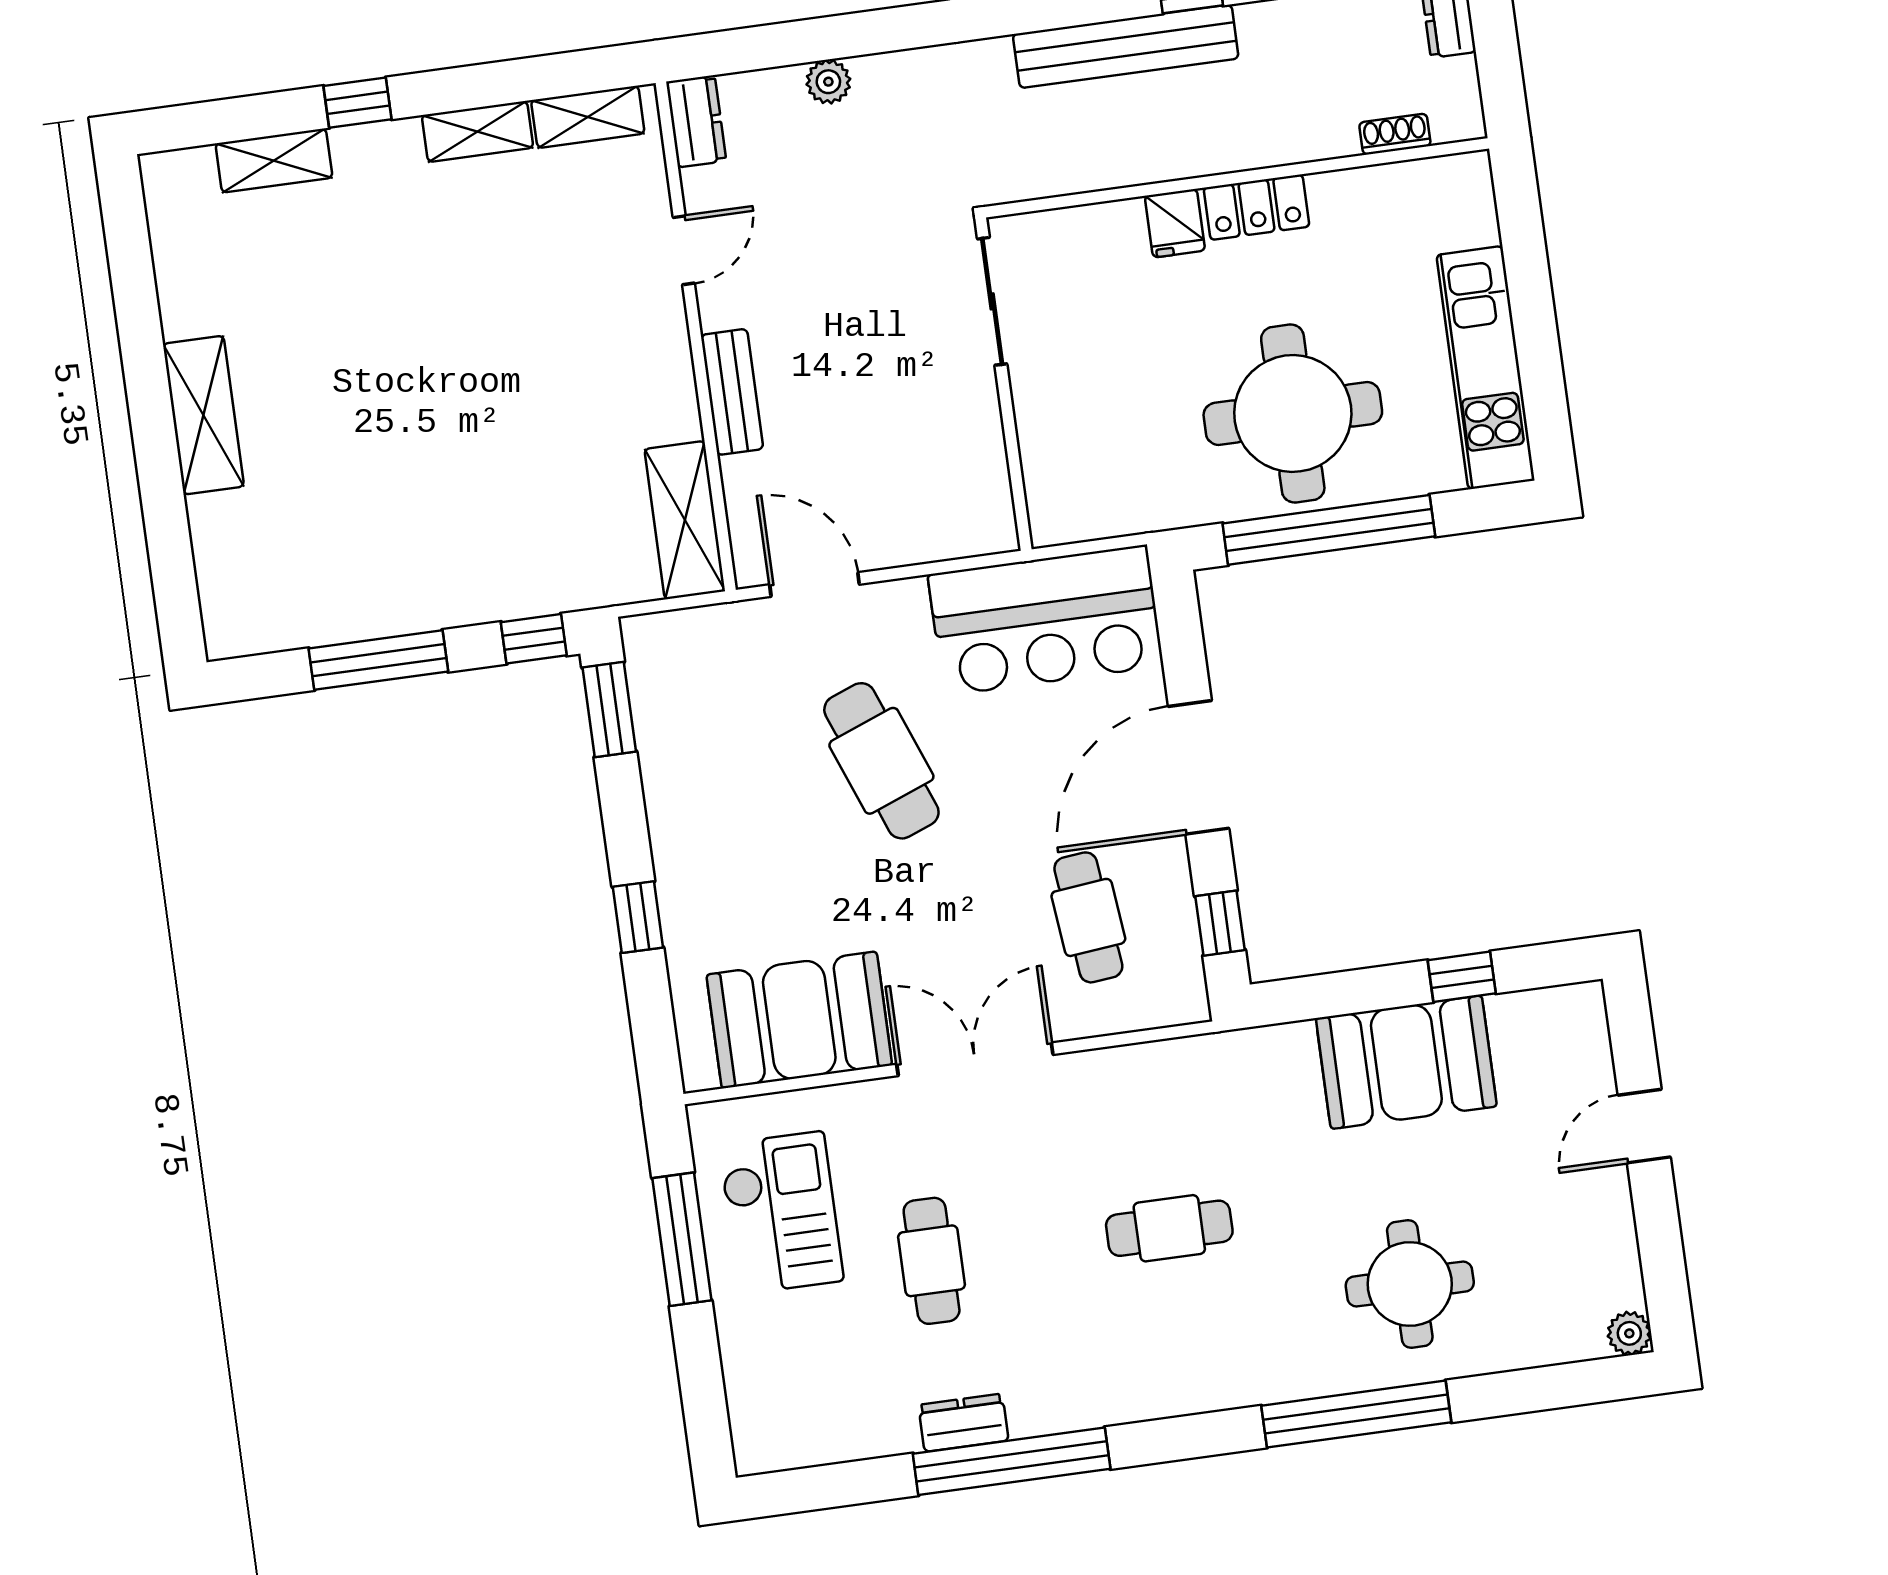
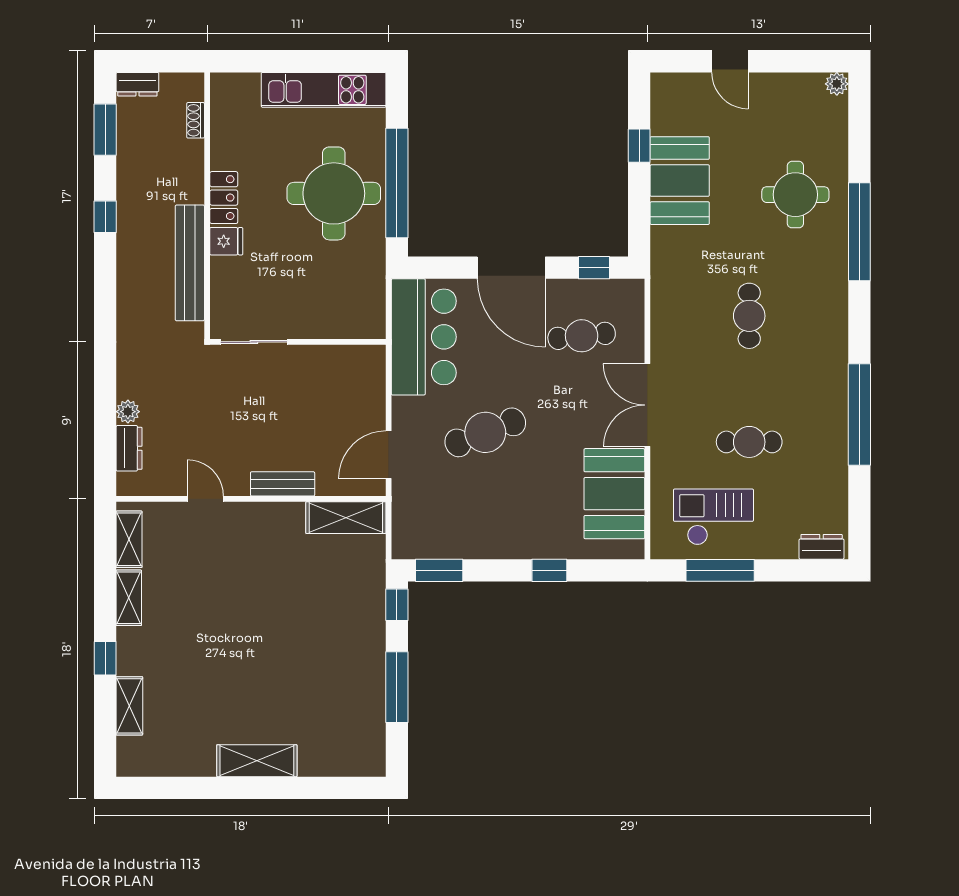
bench: (1126, 46) -> (190, 263), moved
dresser: (696, 121) -> (129, 448), moved, turned 90
dresser: (963, 1423) -> (822, 547), moved, turned 90

